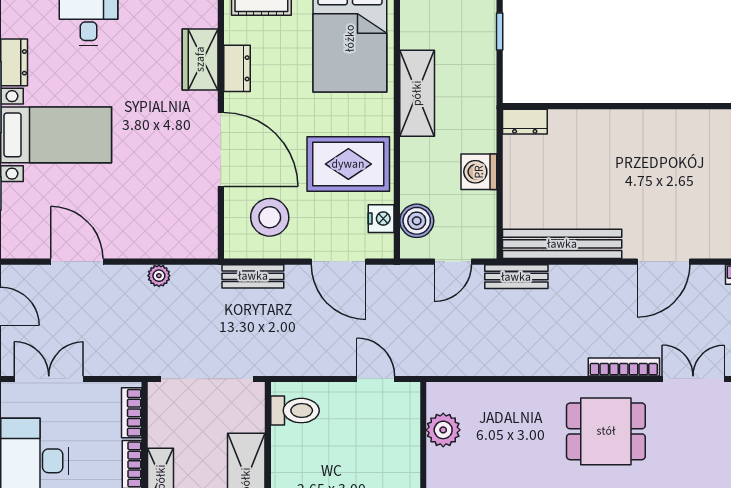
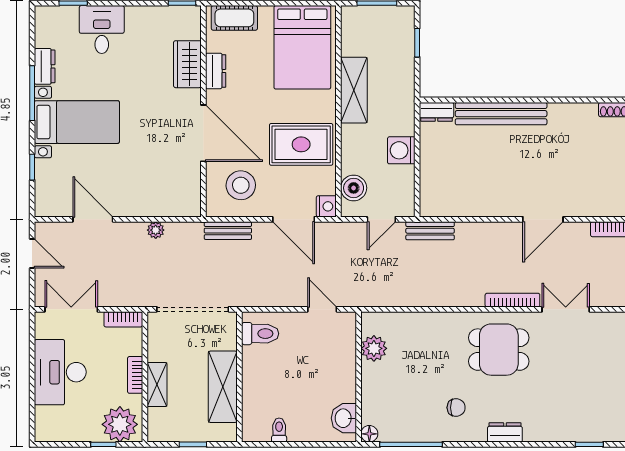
nightstand: (381, 219) -> (326, 206), moved
bench: (562, 244) -> (501, 114), moved
bookcase: (132, 413) -> (123, 319), moved, turned -90

